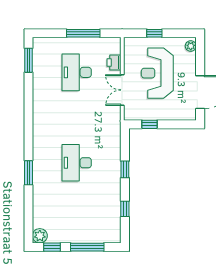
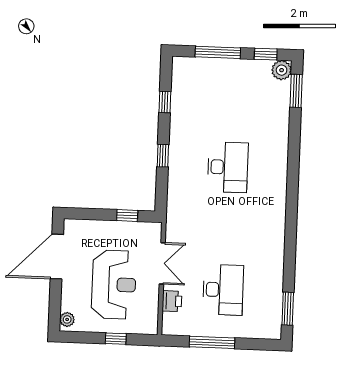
window: (28, 173) -> (296, 91), moved

